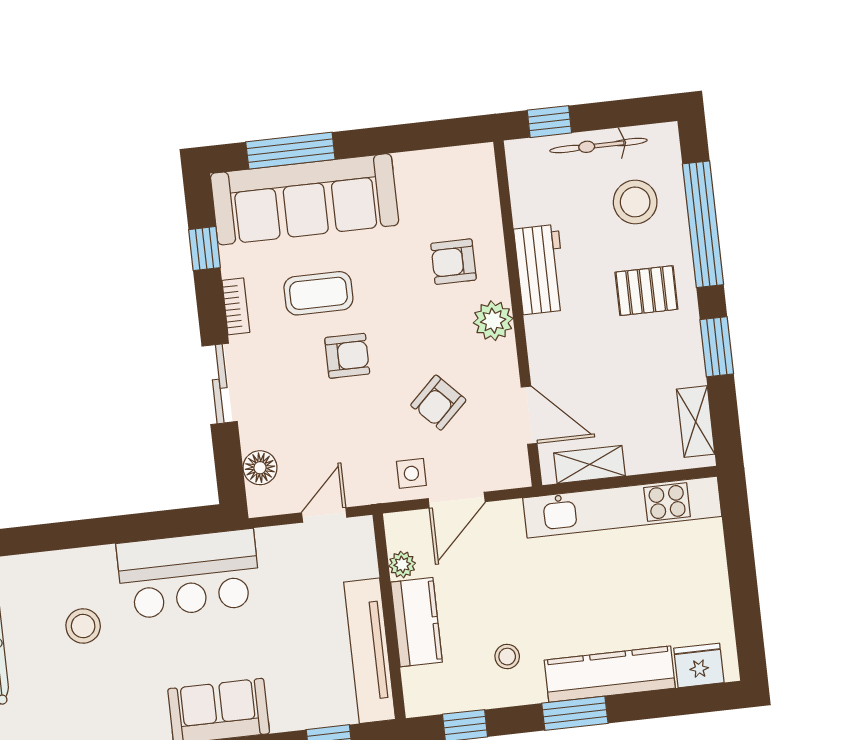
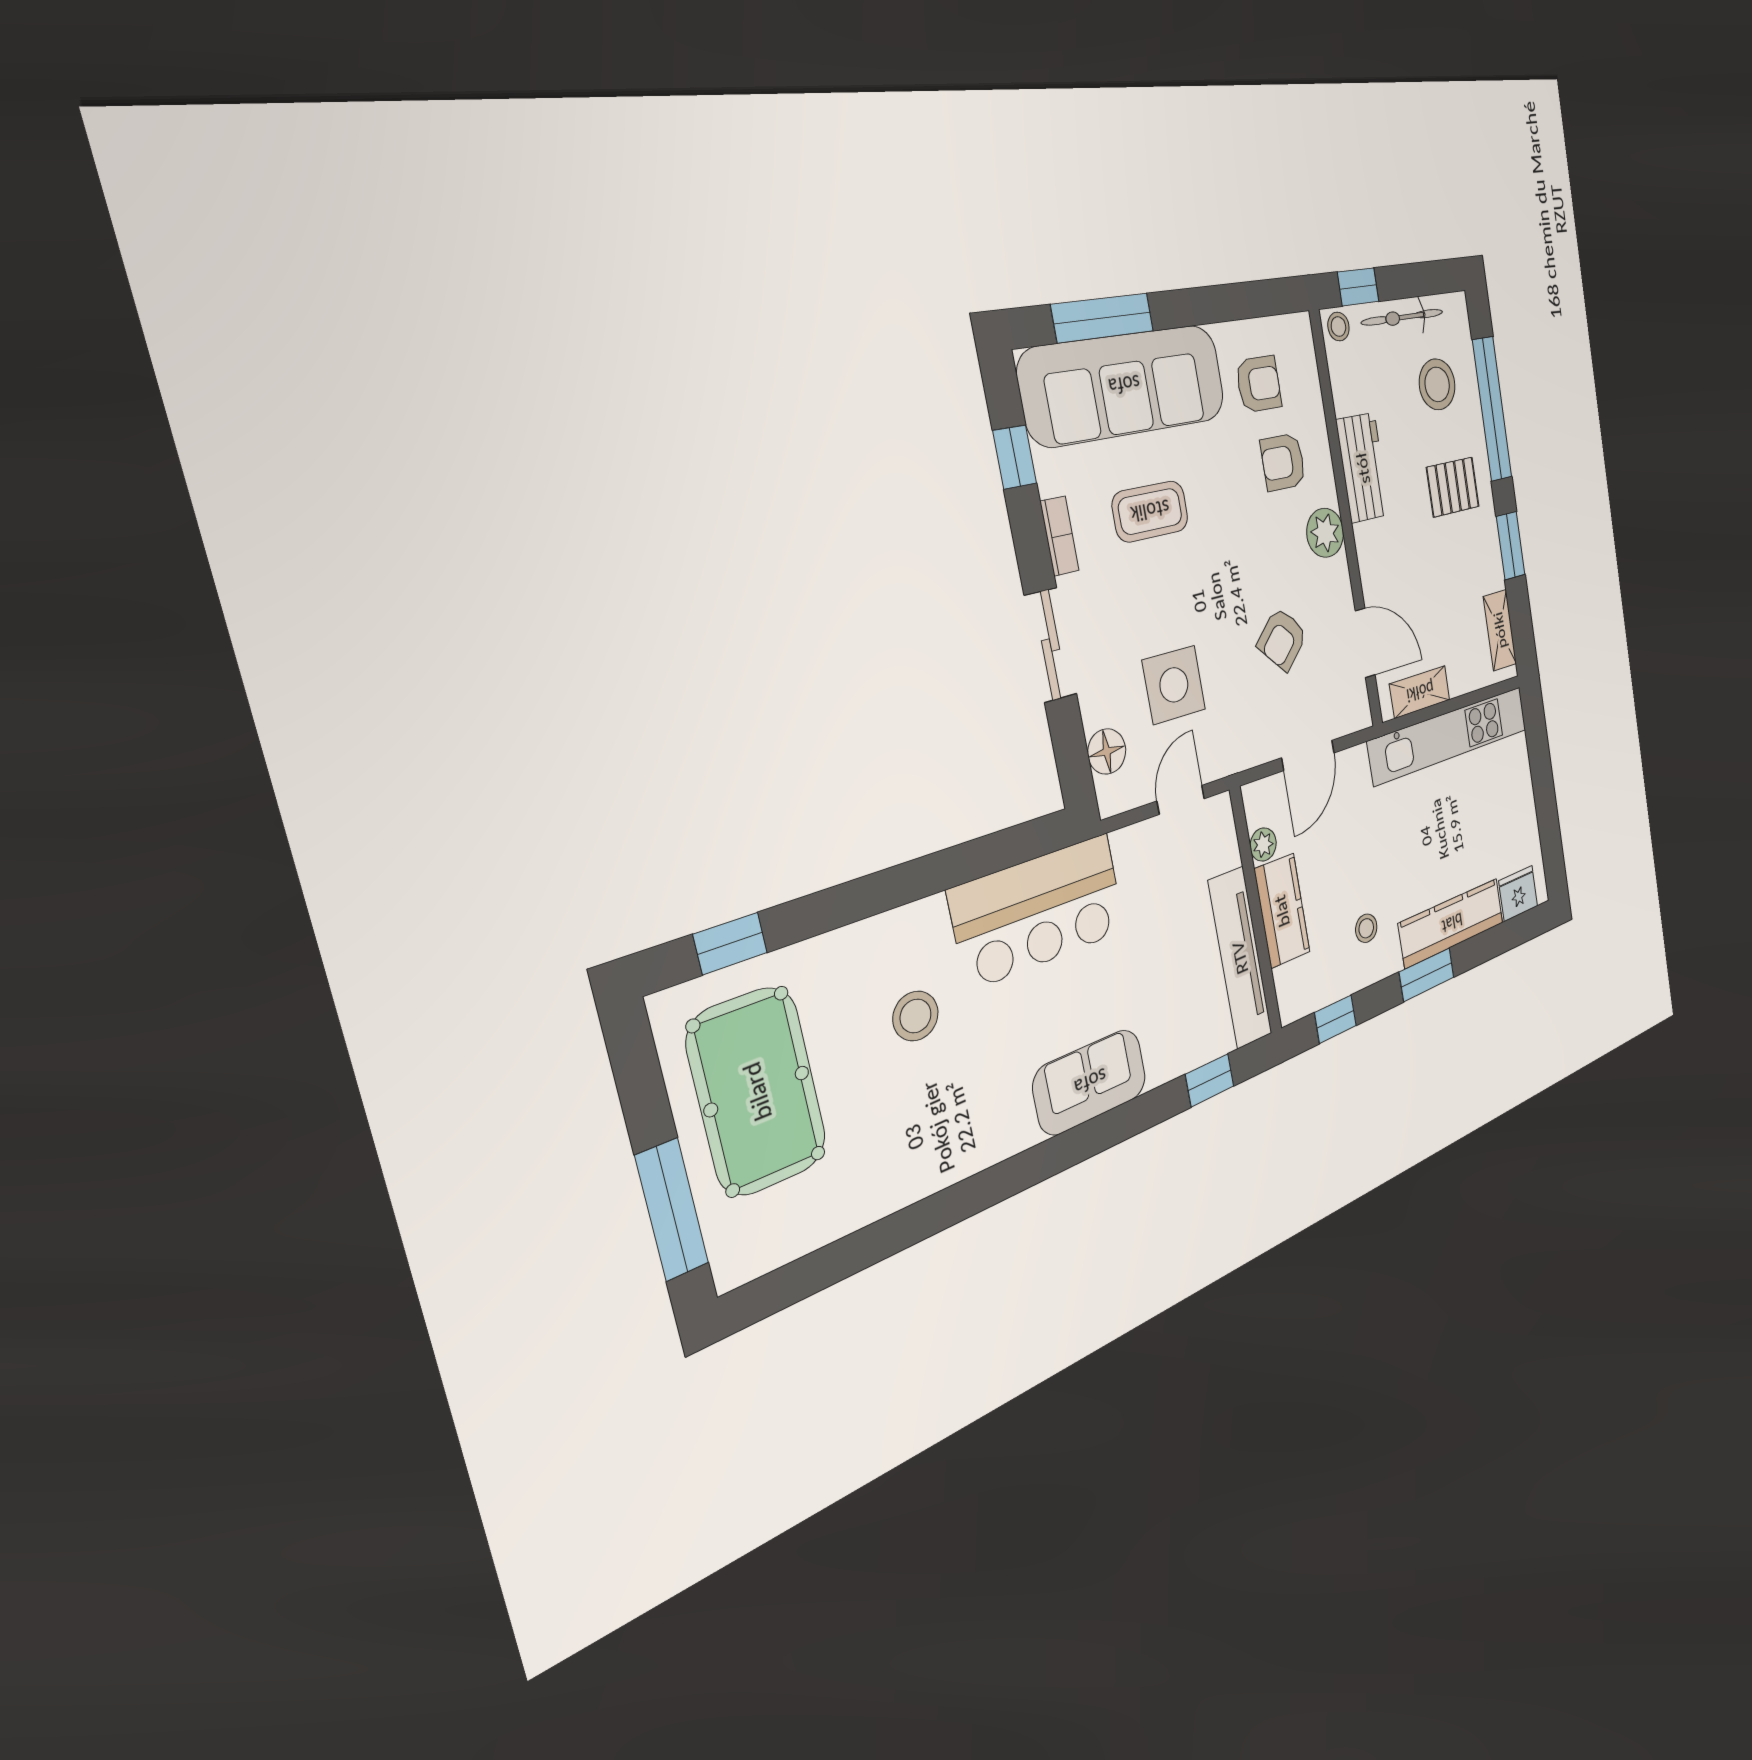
stool: (524, 154) -> (1338, 327), added
armchair: (347, 356) -> (1259, 384), moved
side table: (411, 473) -> (1174, 685), moved, width x1.87, depth x1.87

